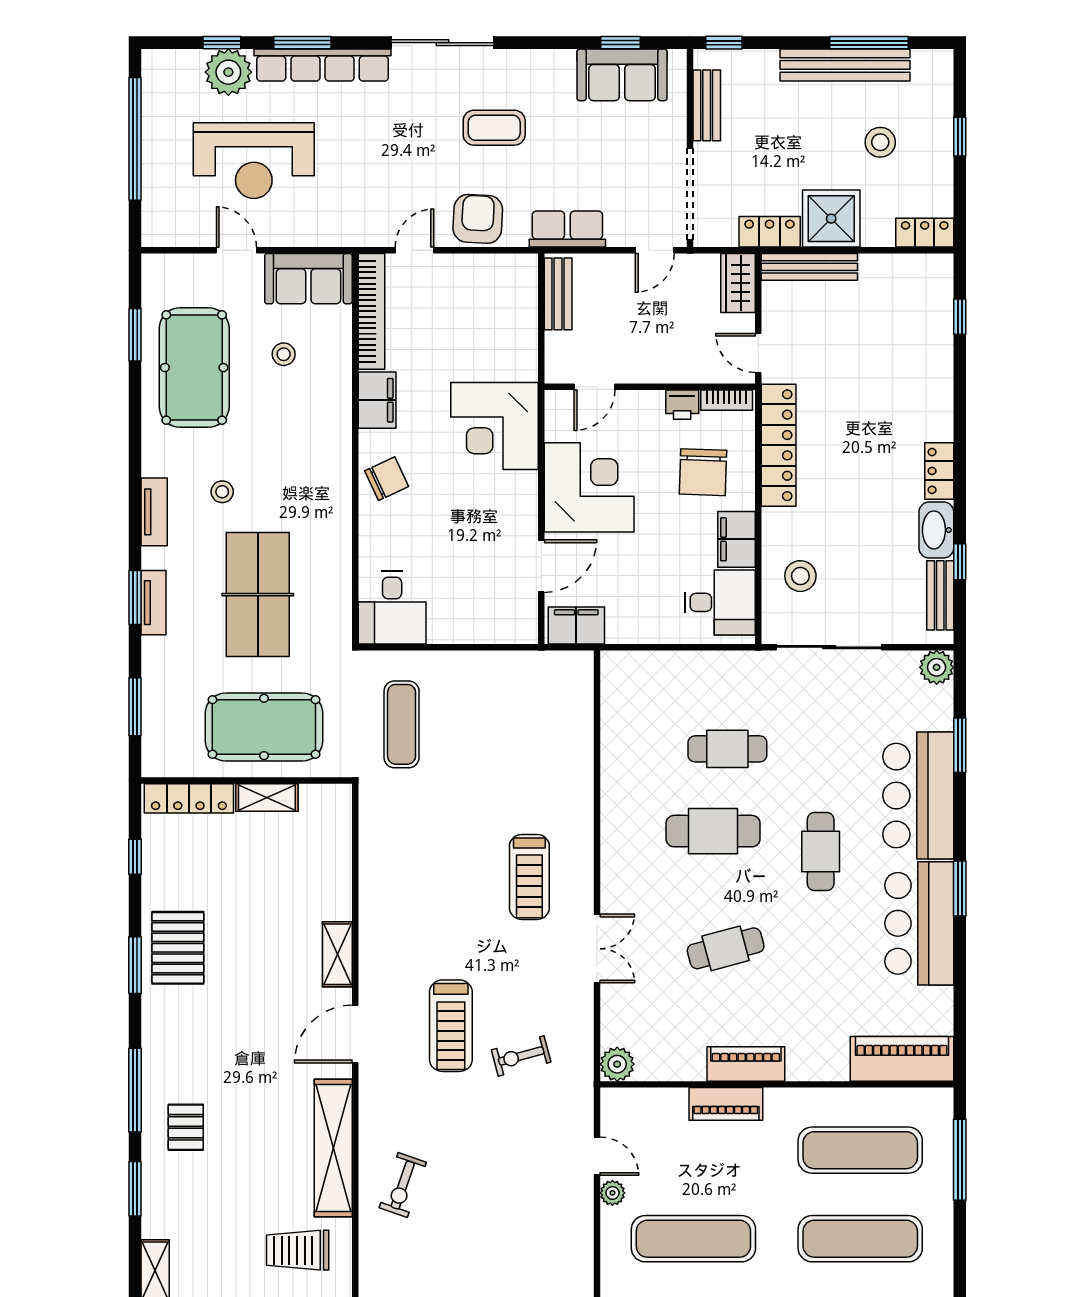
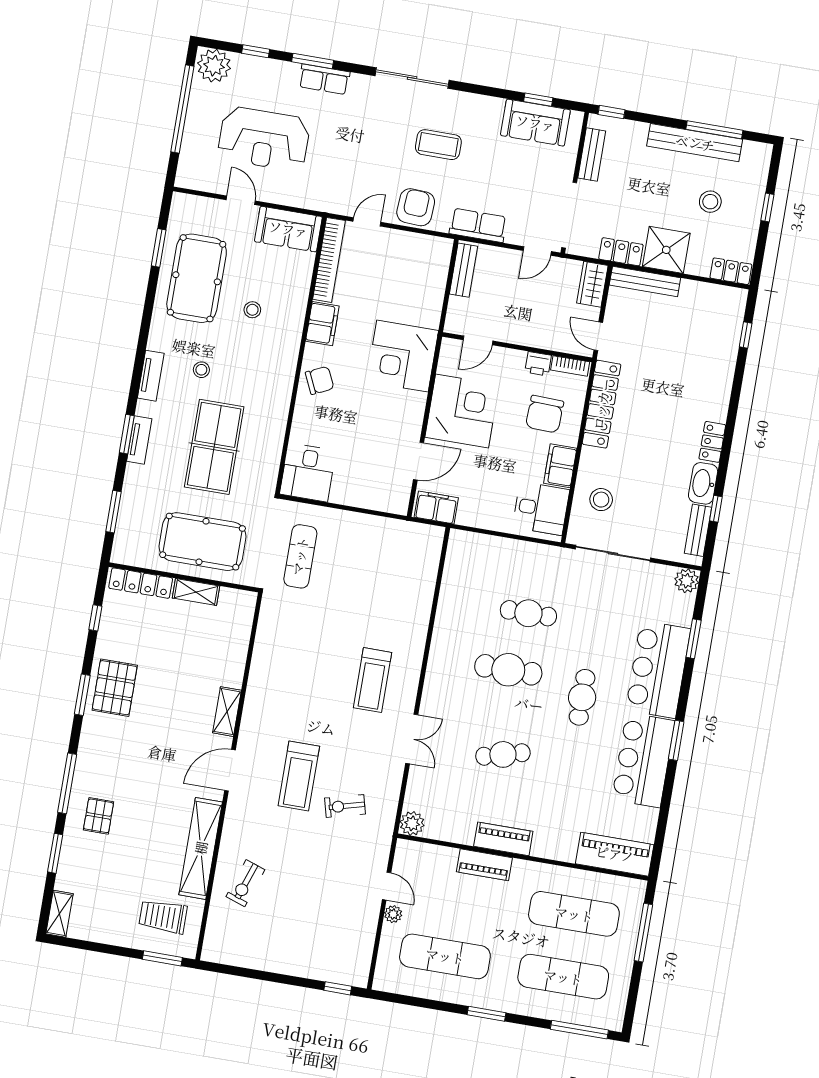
row of seats: (322, 65) -> (324, 79), width x0.50
plant: (228, 72) -> (214, 66), moved
stool: (284, 354) -> (252, 310), moved

